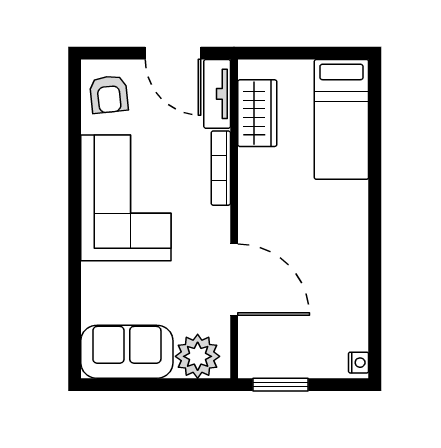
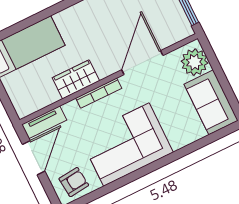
wardrobe: (257, 113) -> (76, 79), moved
bookcase: (221, 168) -> (99, 93), moved

